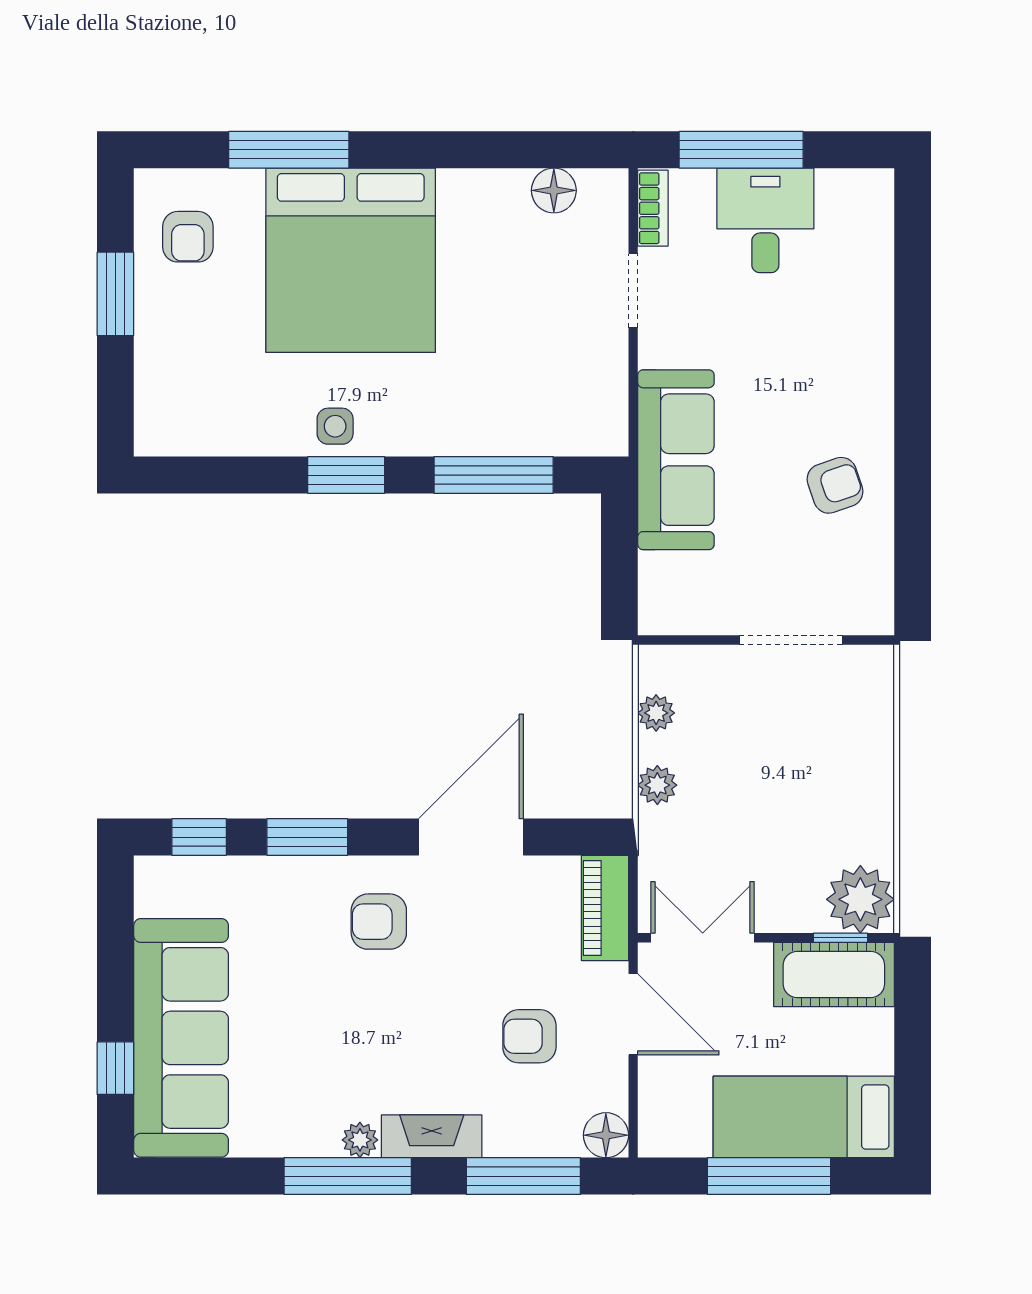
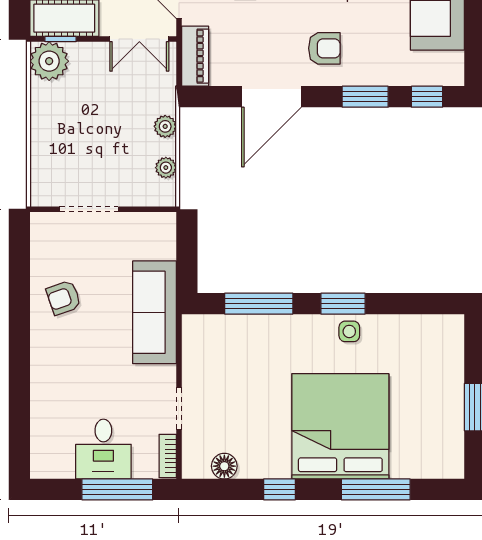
window: (457, 150) -> (280, 489), added
armchair: (188, 237) -> (433, 440), removed

